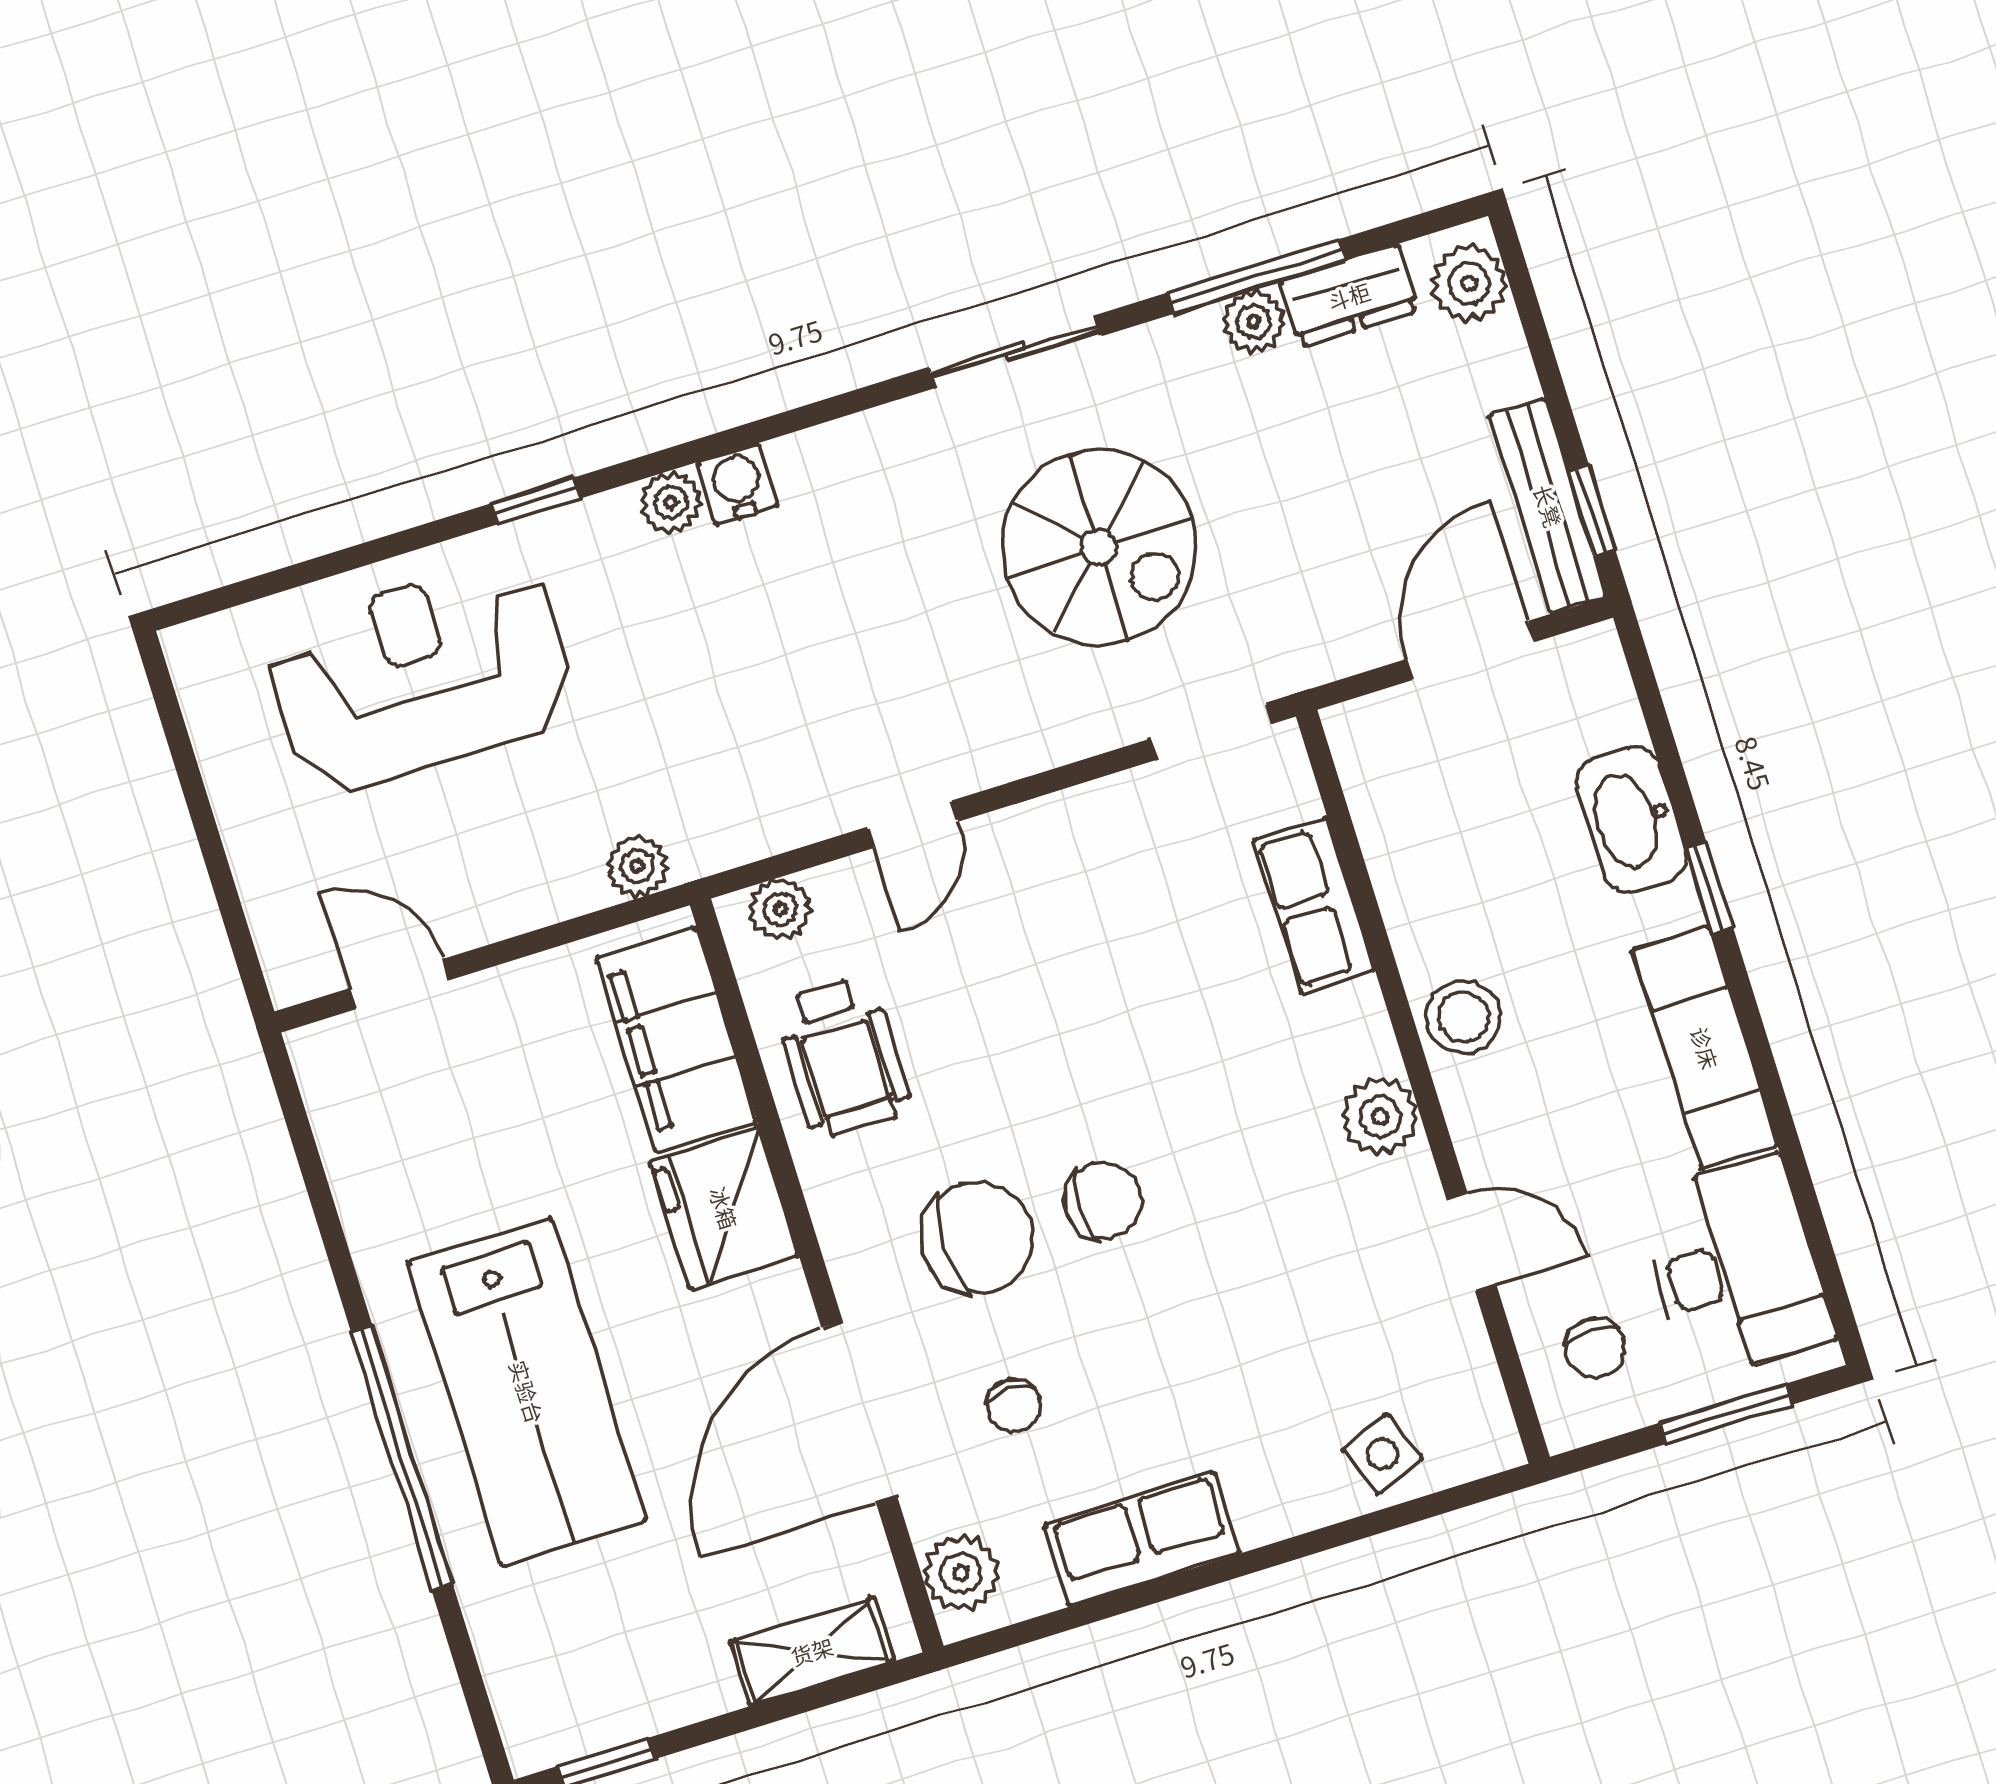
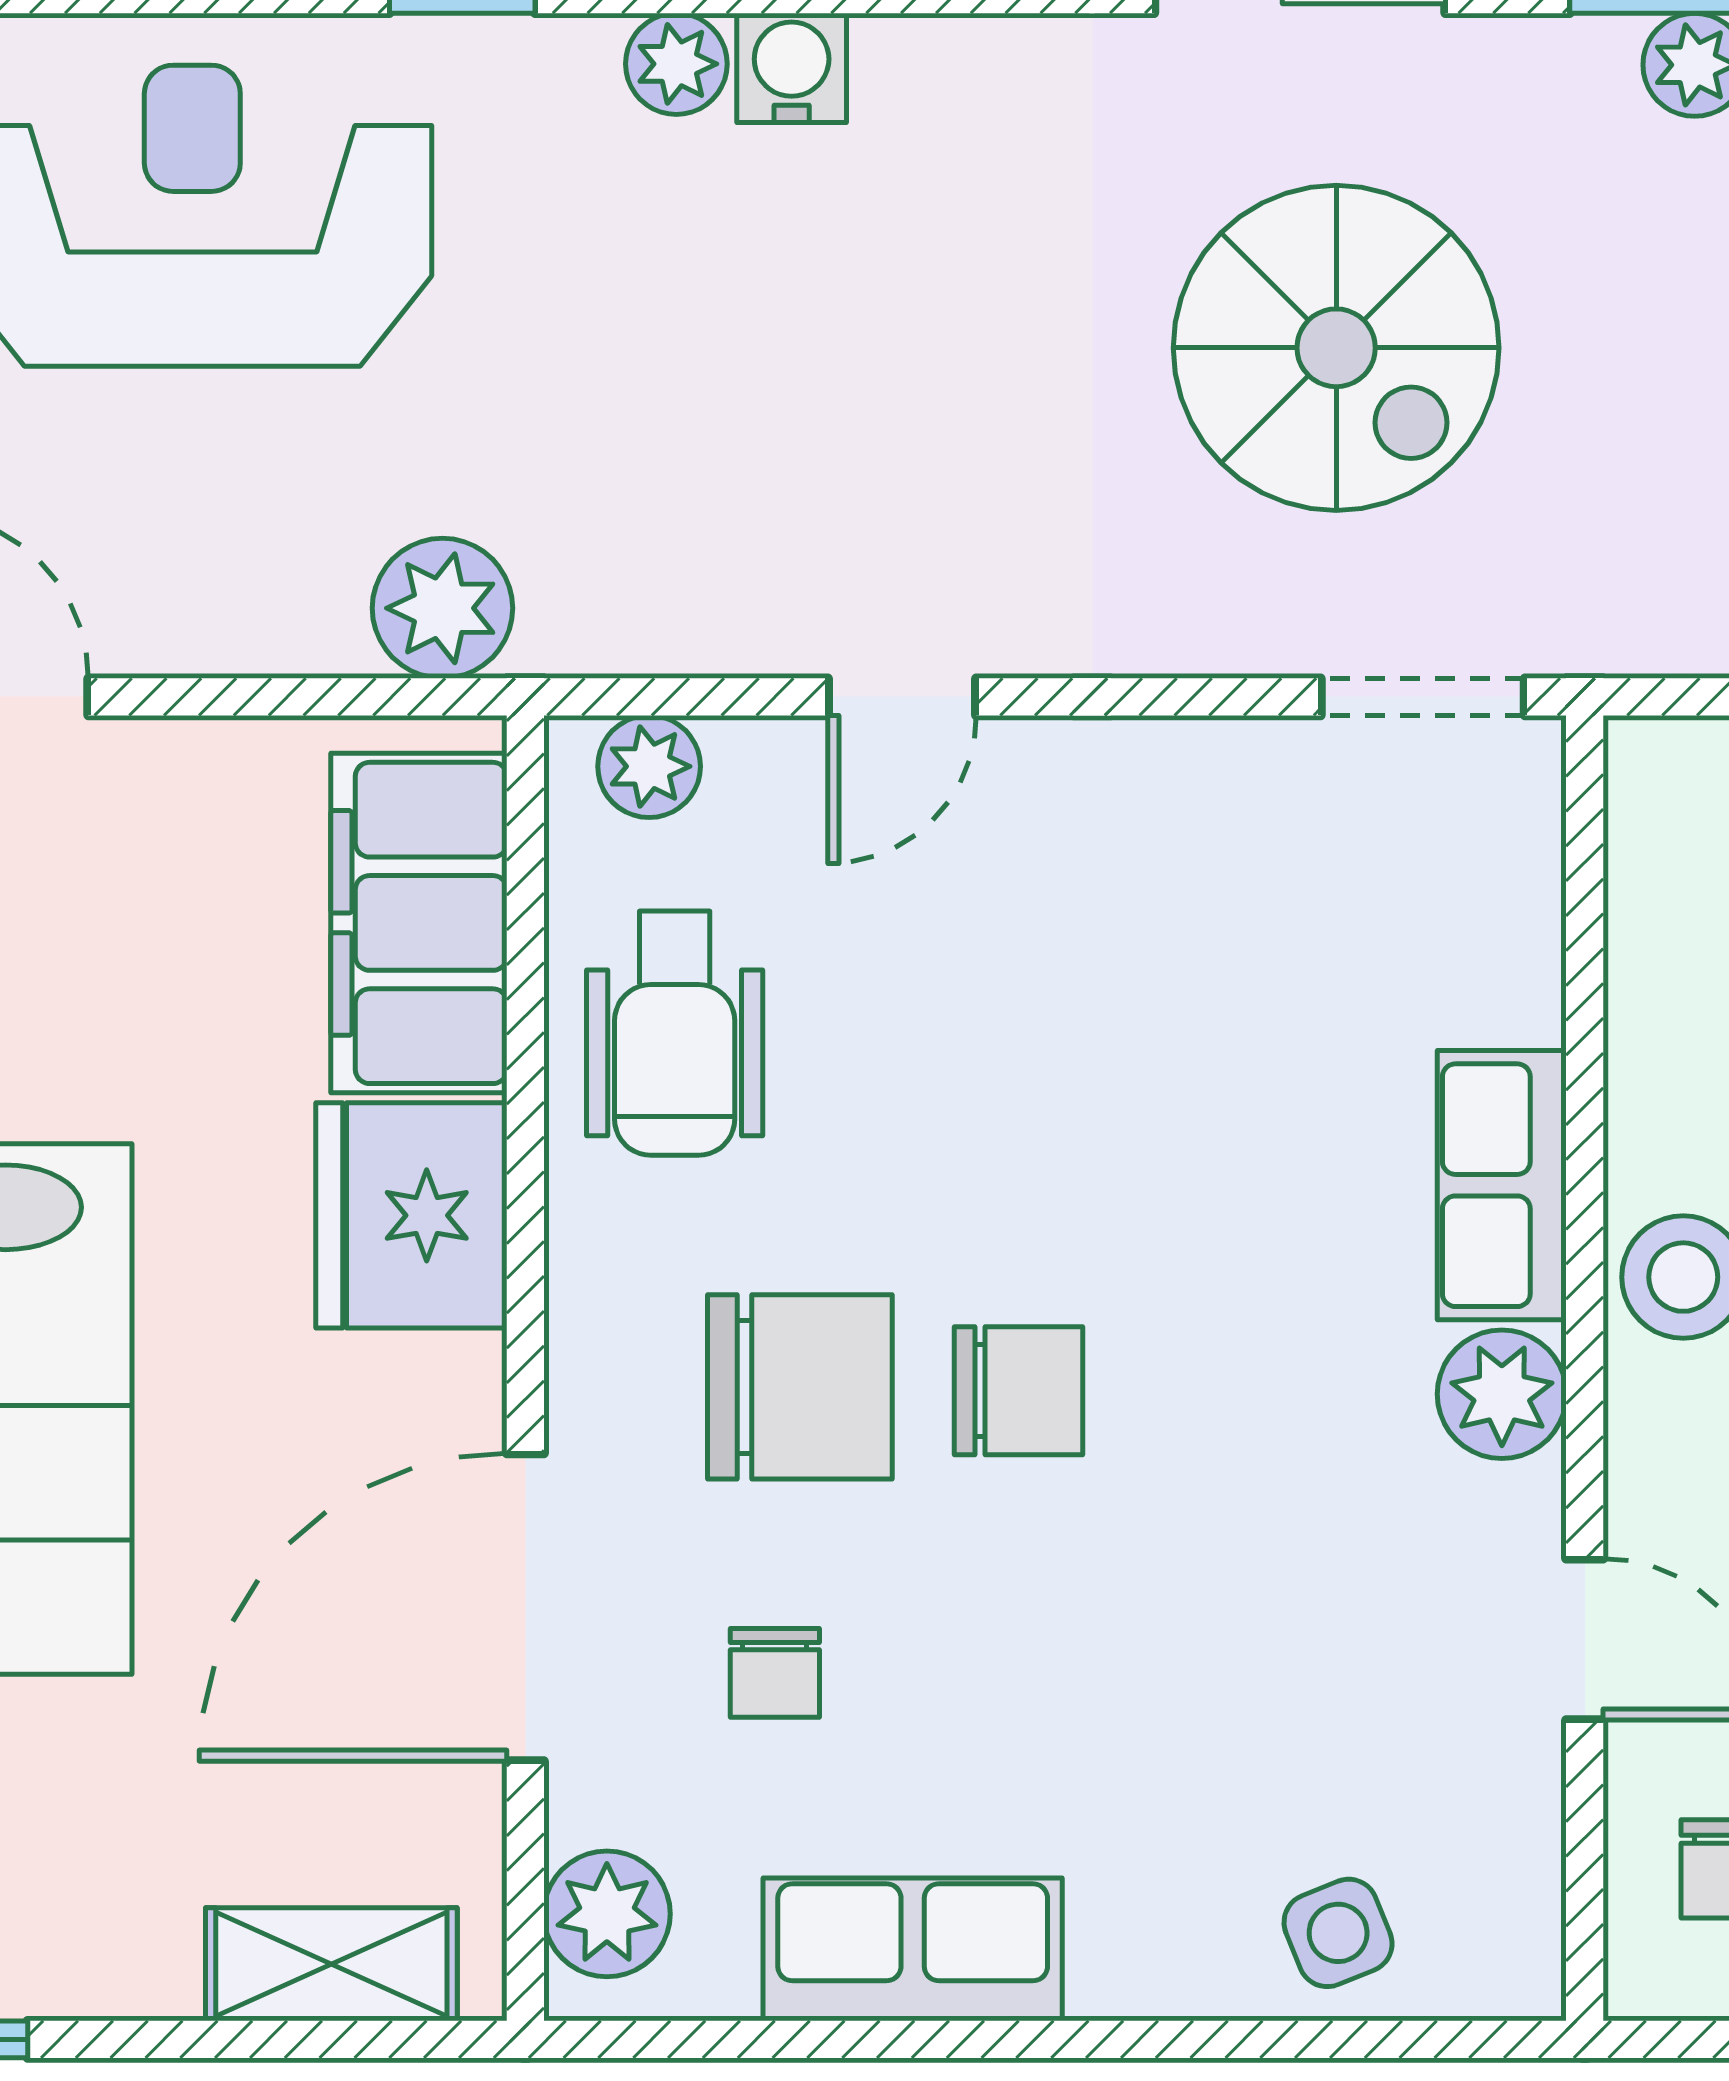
plant: (637, 866) -> (442, 608), width x1.38, depth x1.38
row of seats: (1314, 905) -> (1502, 1185), moved

